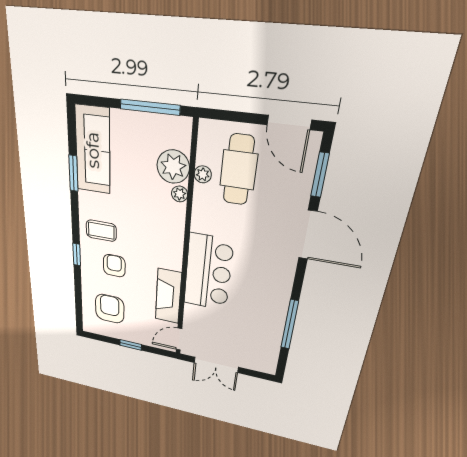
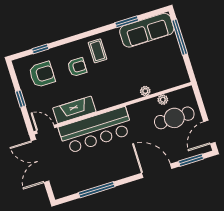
window: (150, 107) -> (180, 37), moved
plant: (173, 167) -> (159, 81), removed
door: (308, 235) -> (157, 171), swing flipped
window: (77, 254) -> (40, 49), moved
bar counter: (208, 272) -> (96, 130), width x1.36
double door: (216, 365) -> (40, 161), width x1.37

